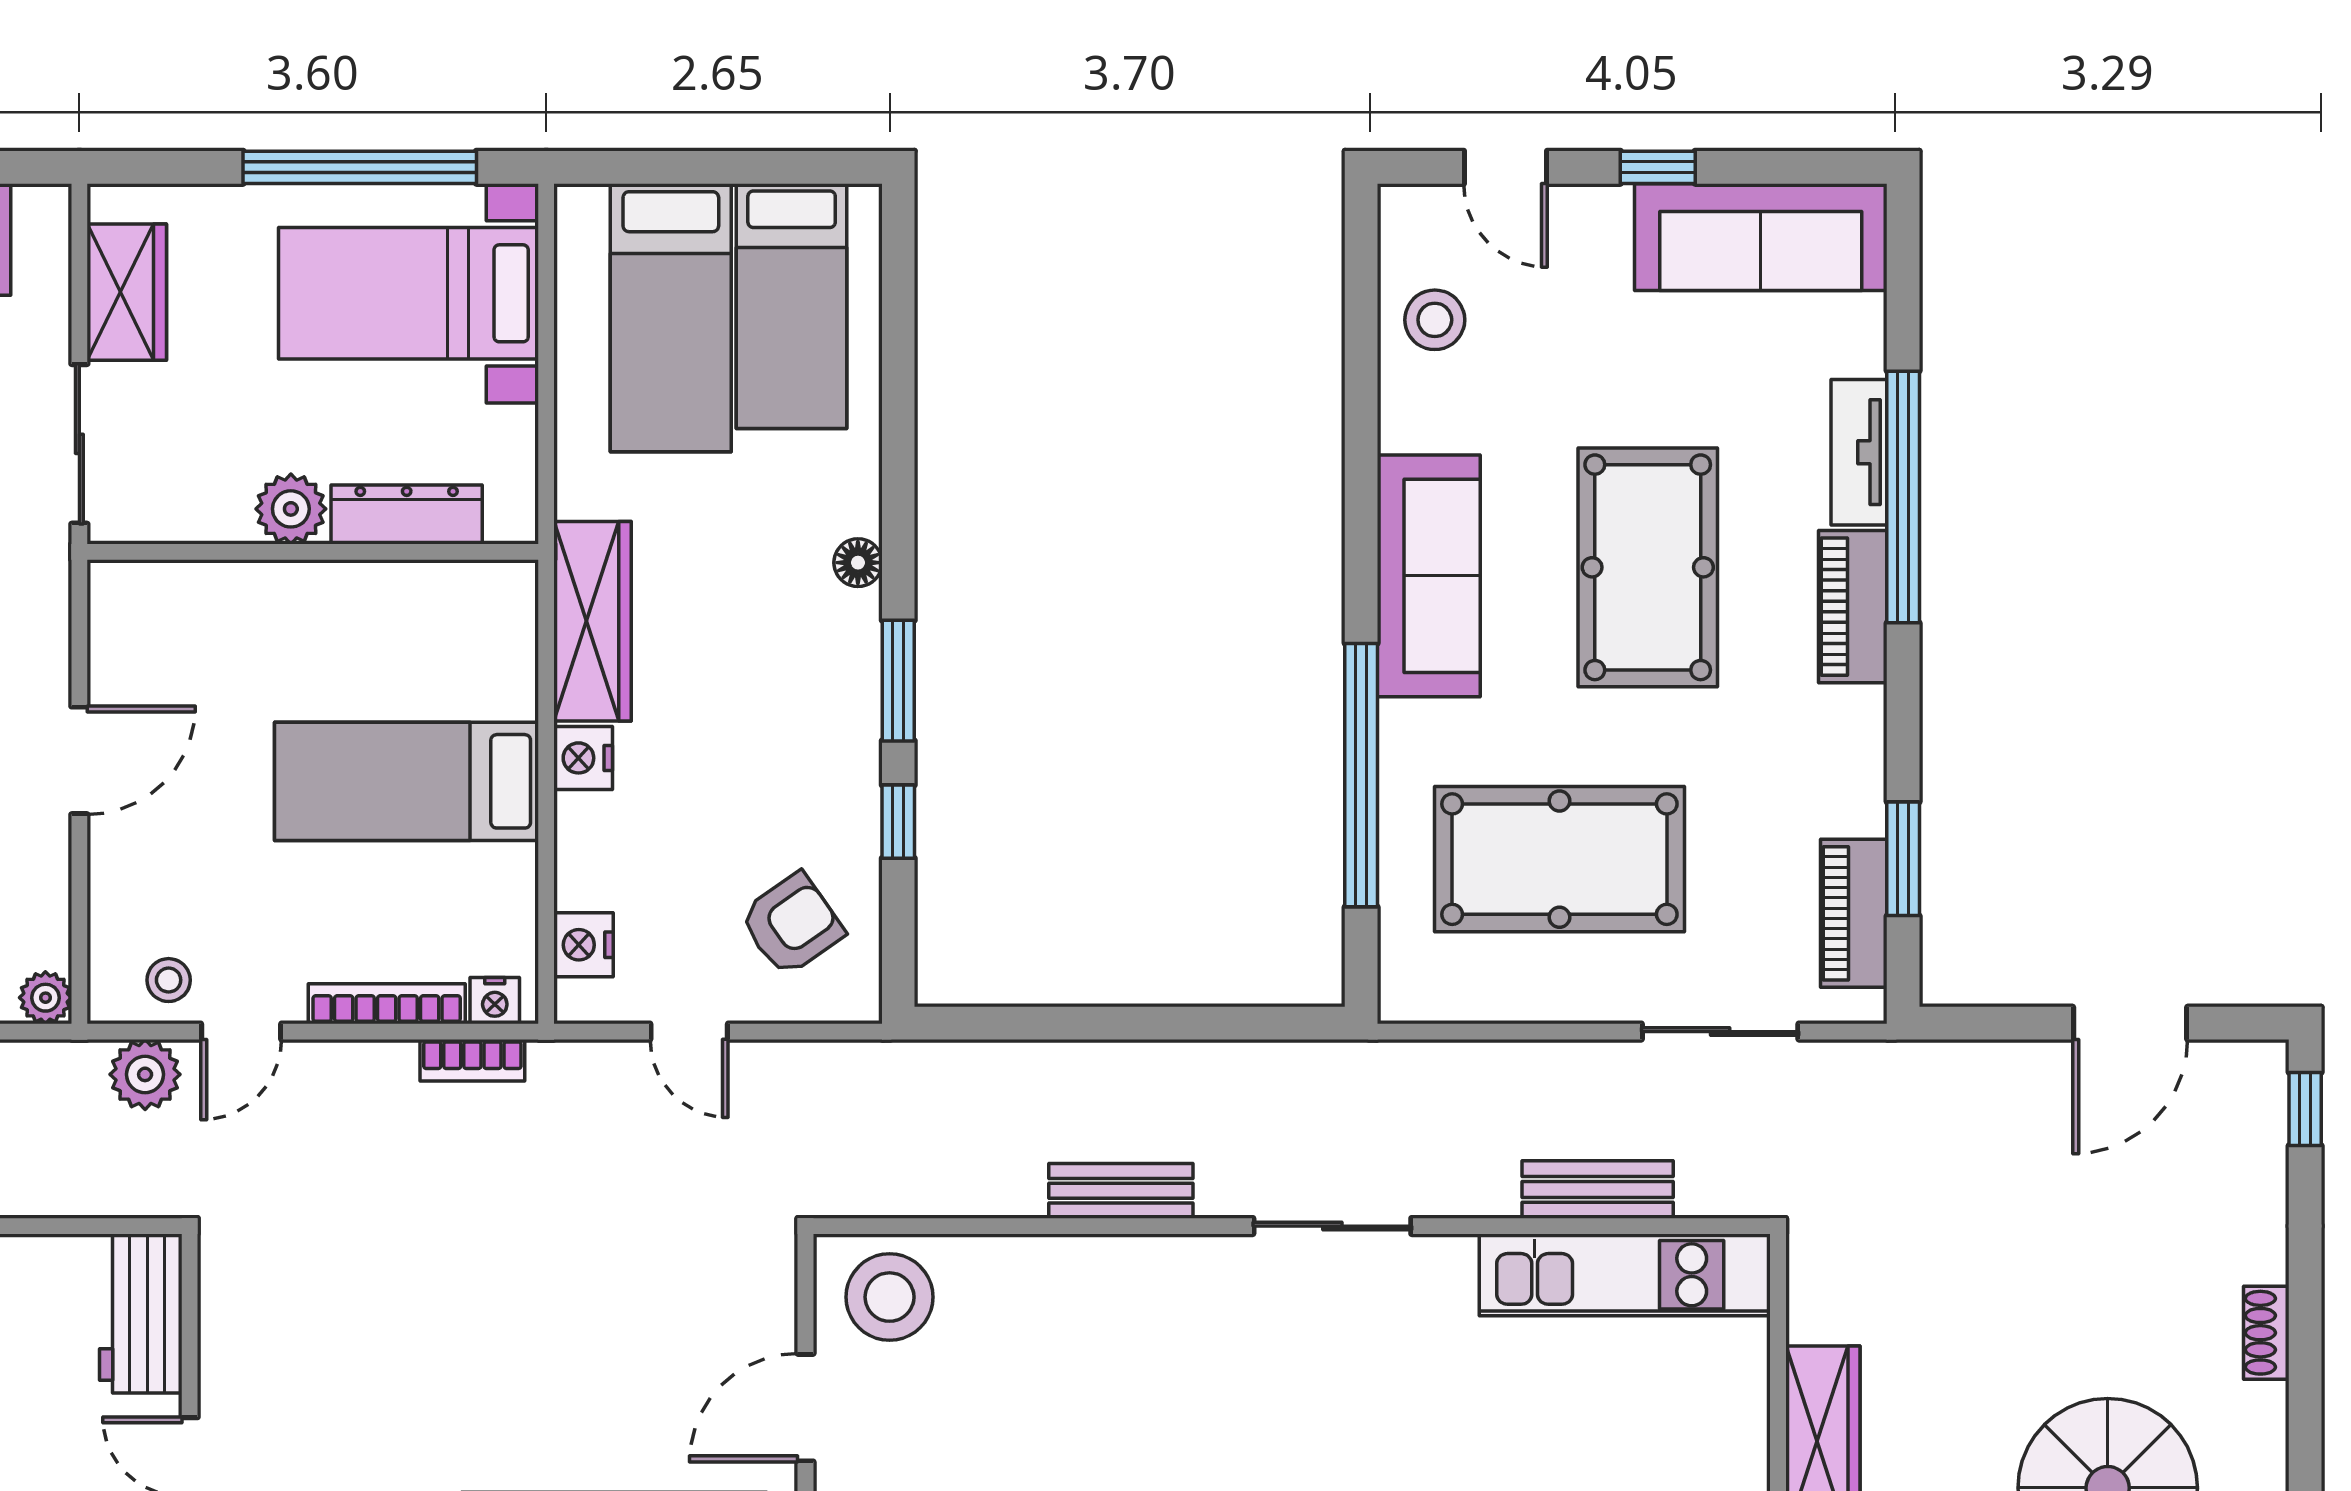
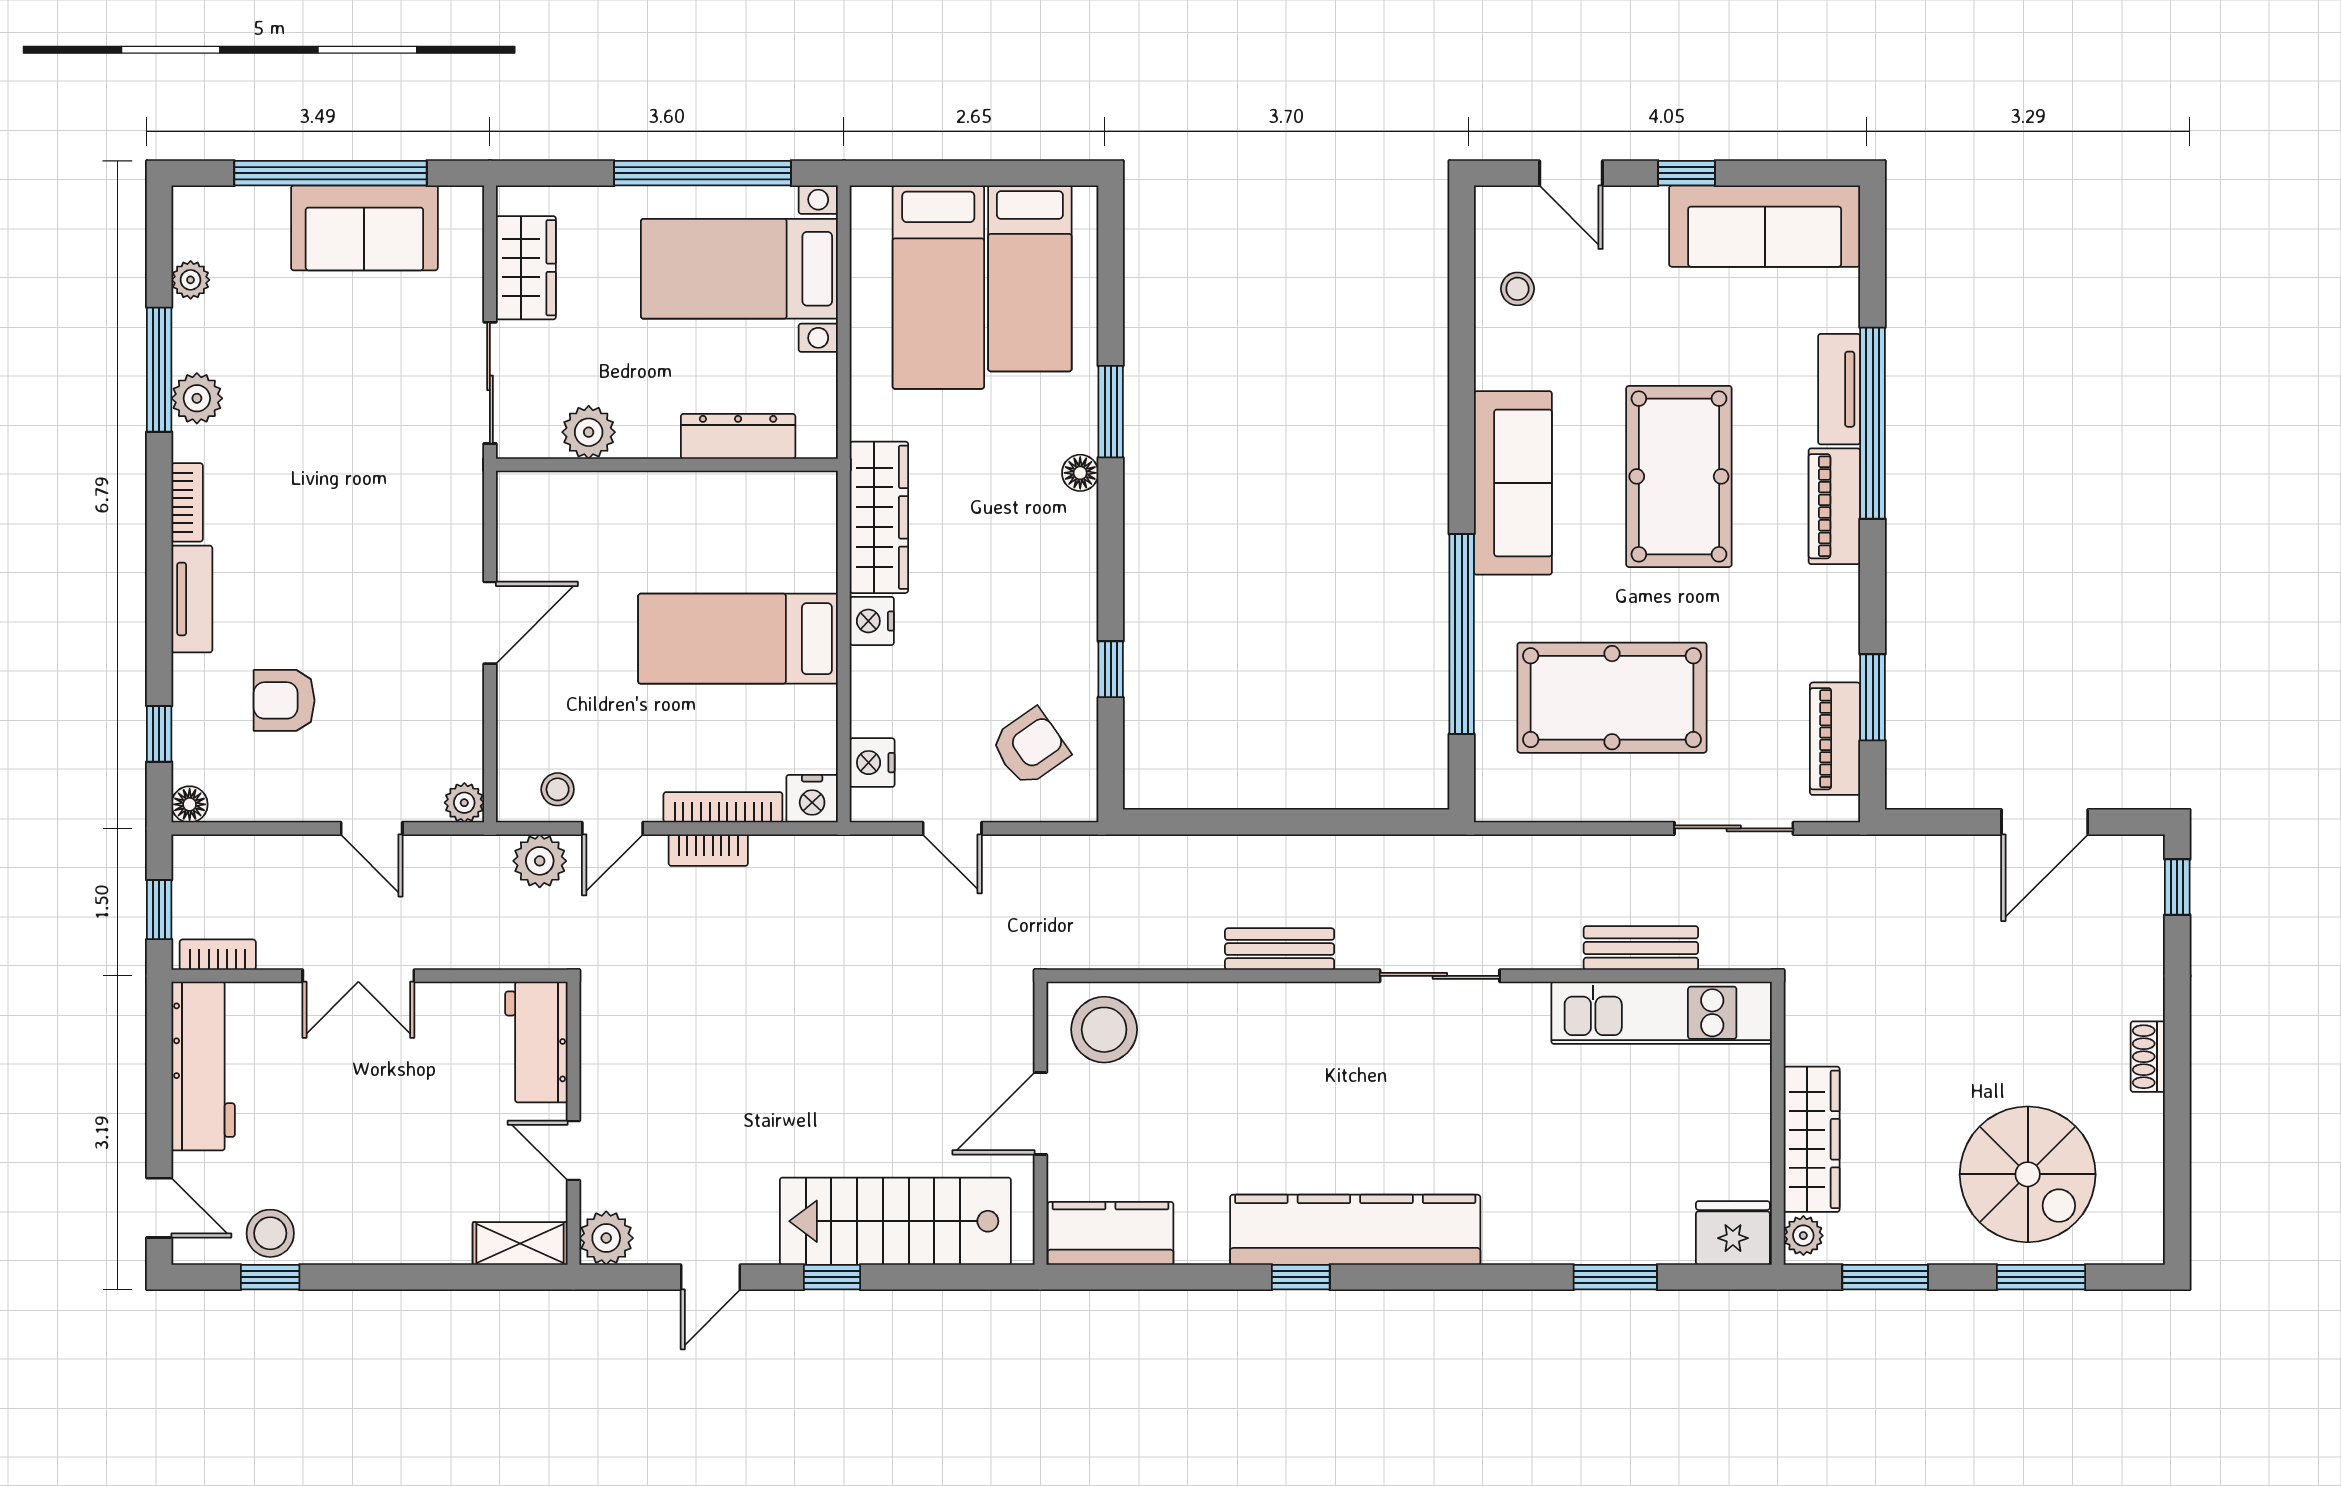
stool: (1435, 320) -> (1517, 289), width x0.73, depth x0.73
plant: (291, 509) -> (589, 432), moved
window: (898, 681) -> (1111, 412), moved
nightstand: (495, 1001) -> (812, 799), width x1.39, depth x1.35
bookcase: (472, 1060) -> (708, 850), moved

